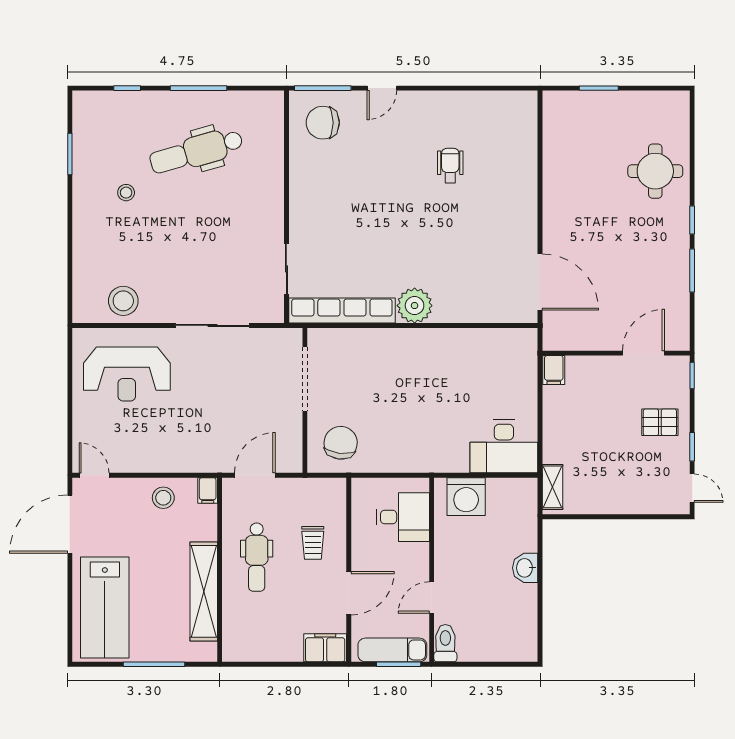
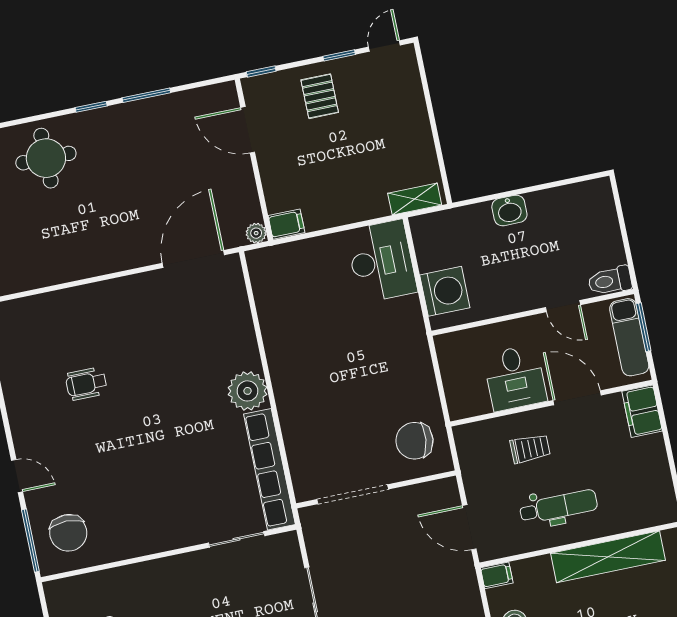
plant: (551, 342) -> (256, 233), added
desk: (403, 517) -> (515, 378), moved, turned 180

